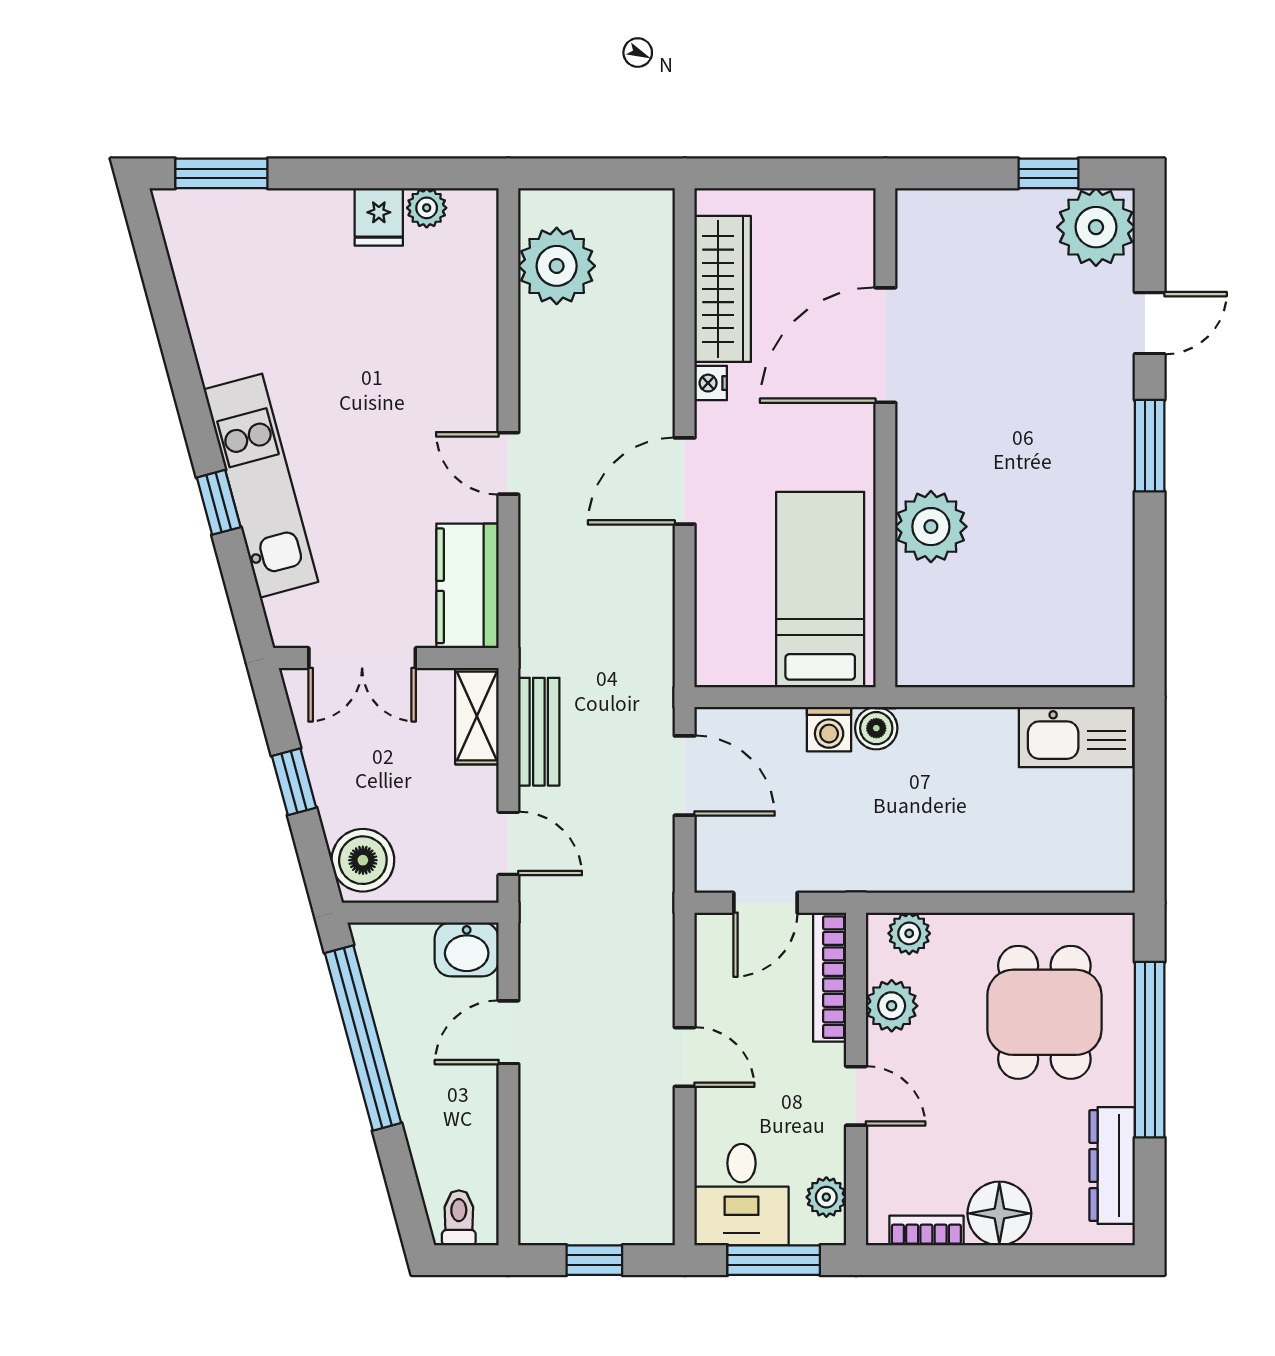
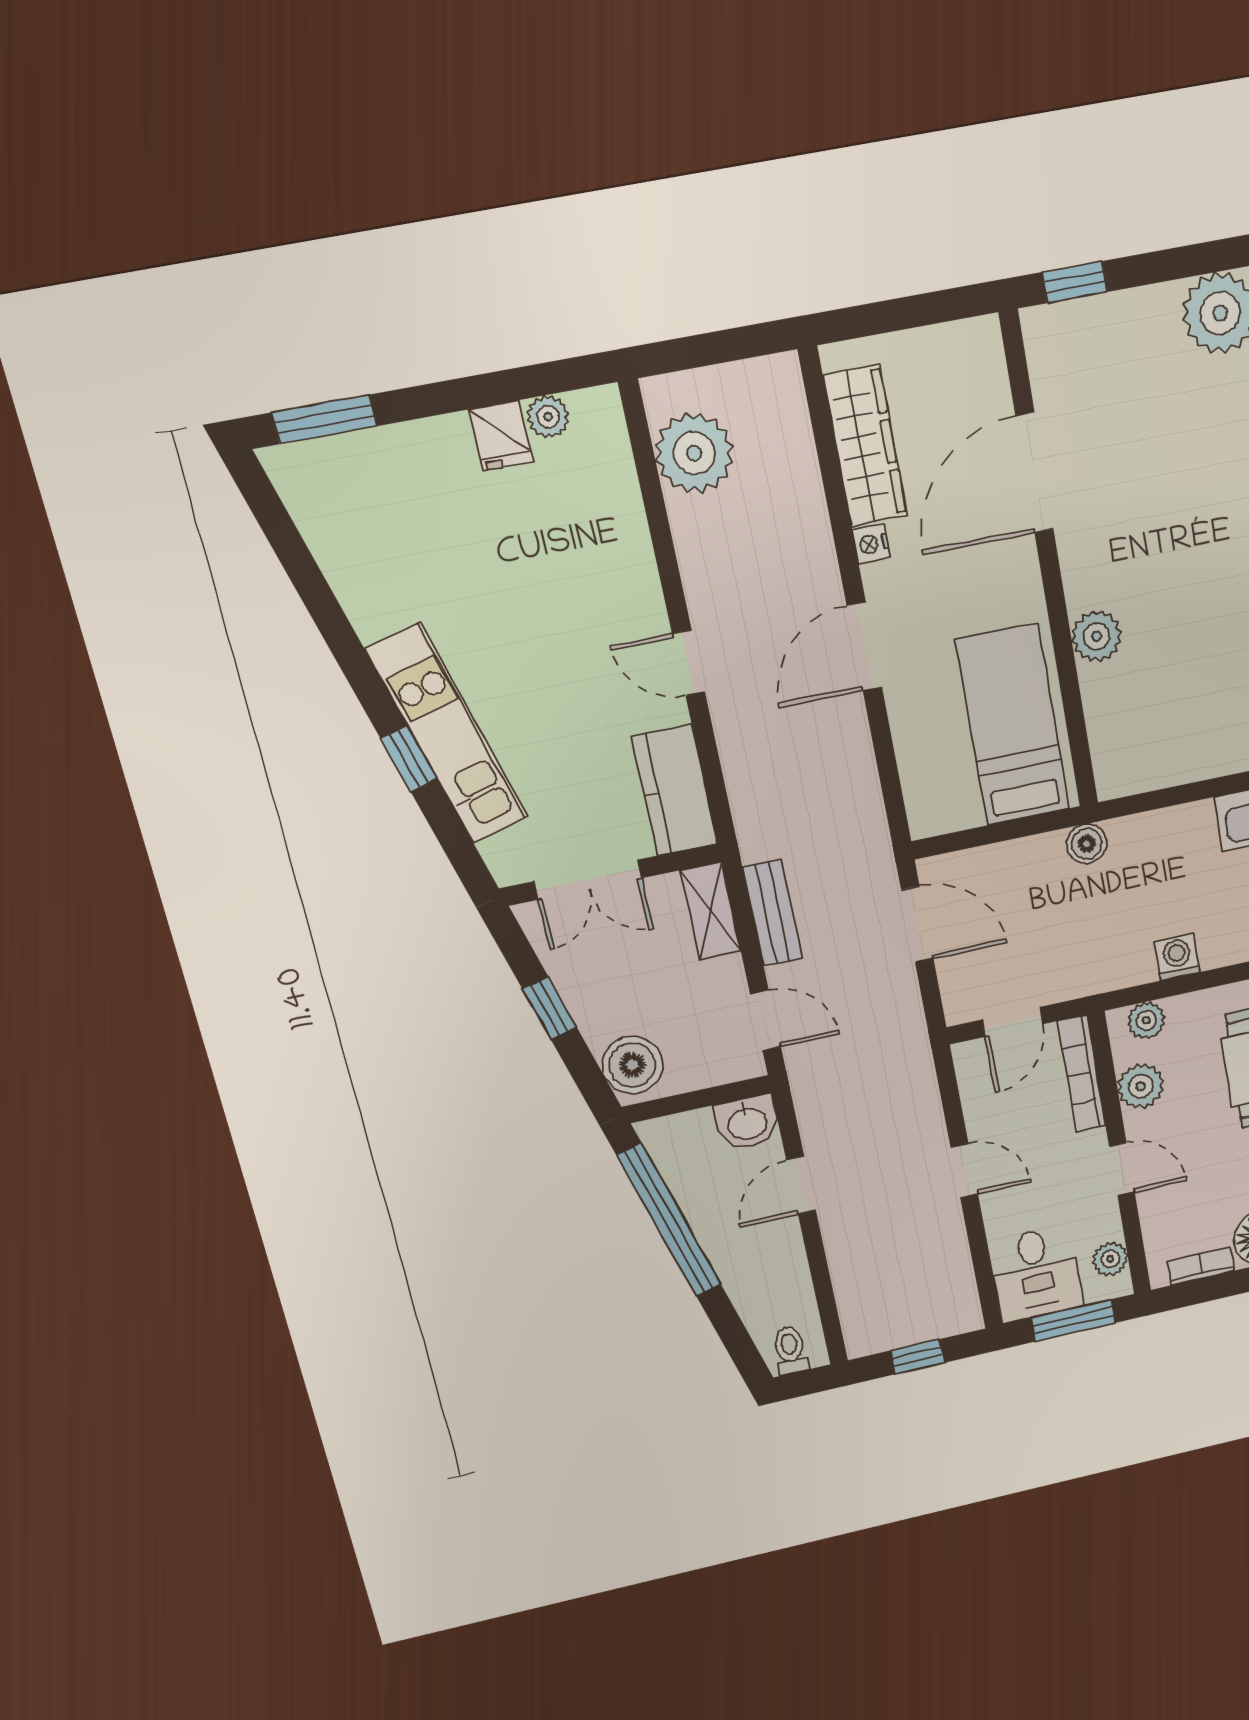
window: (1048, 173) -> (1075, 282), moved
plant: (931, 527) -> (1096, 636), width x0.73, depth x0.73
washing machine: (829, 729) -> (1177, 957), moved, turned 180

